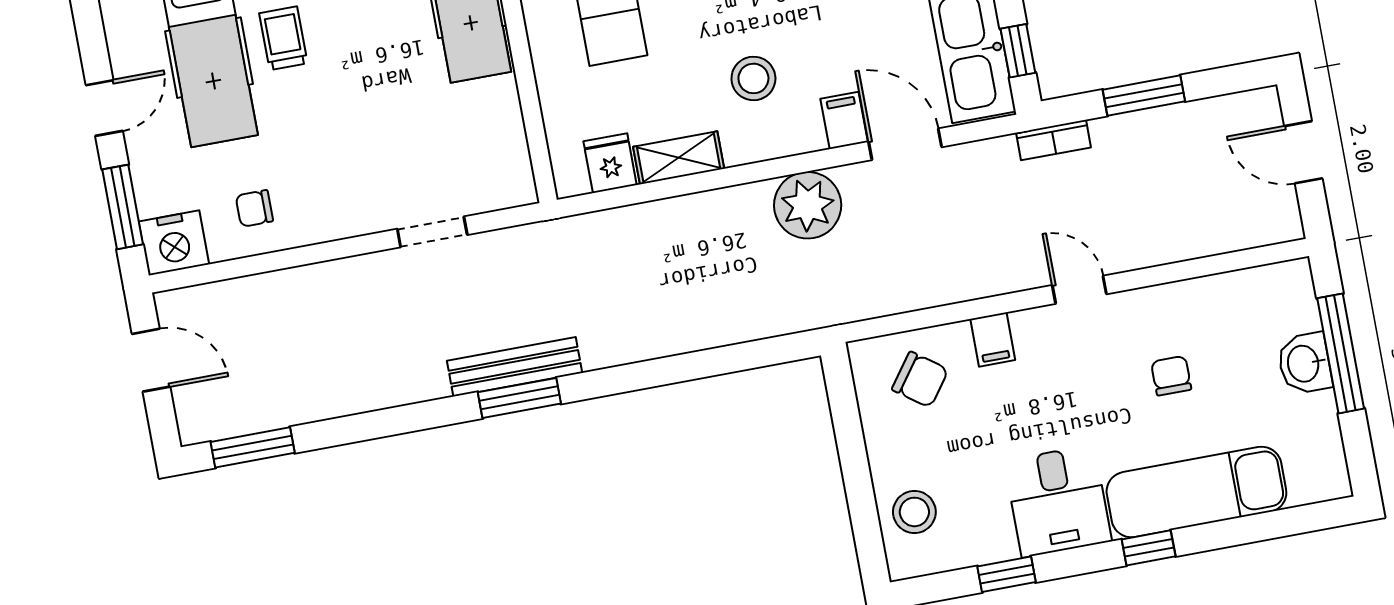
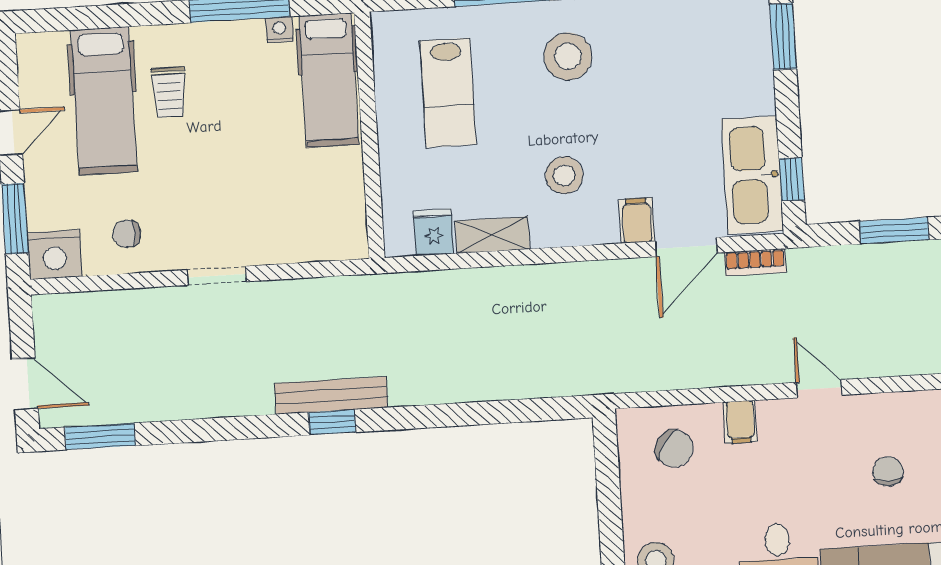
trolley: (283, 38) -> (169, 92), turned 180
bookcase: (1053, 140) -> (755, 262), moved
door: (905, 144) -> (686, 247), swing flipped
plant: (808, 205) -> (597, 289), removed
doorway: (432, 232) -> (217, 276), moved
door: (151, 360) -> (25, 384), moved
window: (519, 398) -> (332, 422), width x0.67

